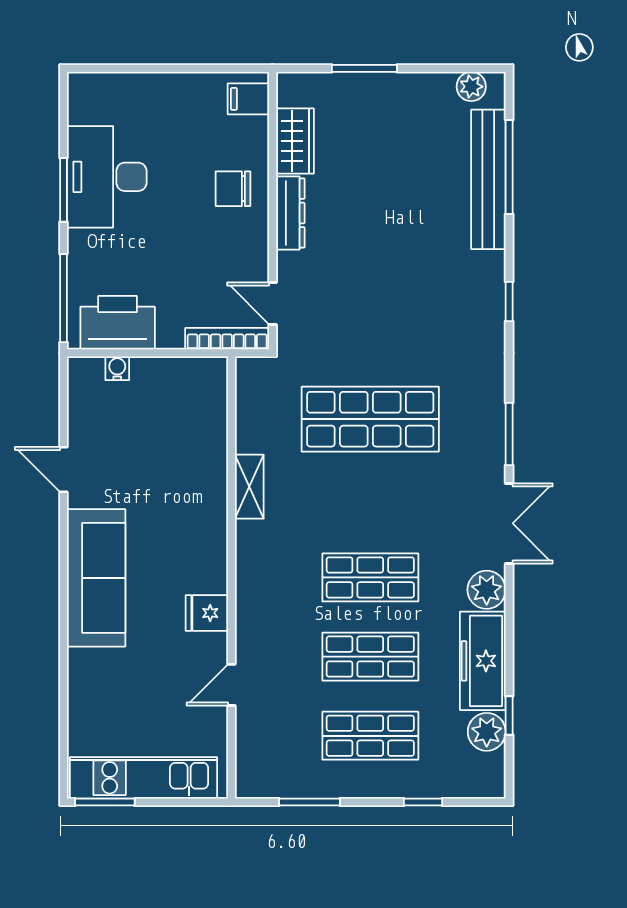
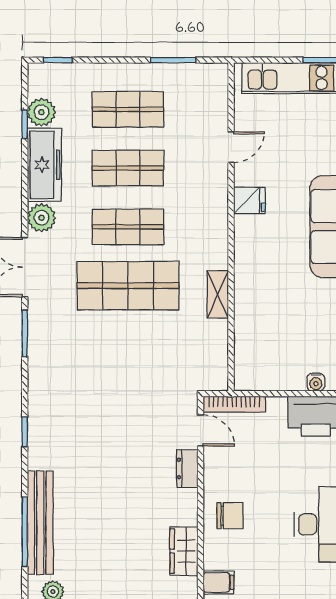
dresser: (290, 213) -> (187, 468), moved, width x0.70
shop shelf: (370, 419) -> (128, 286), moved
window: (423, 802) -> (58, 60), moved

